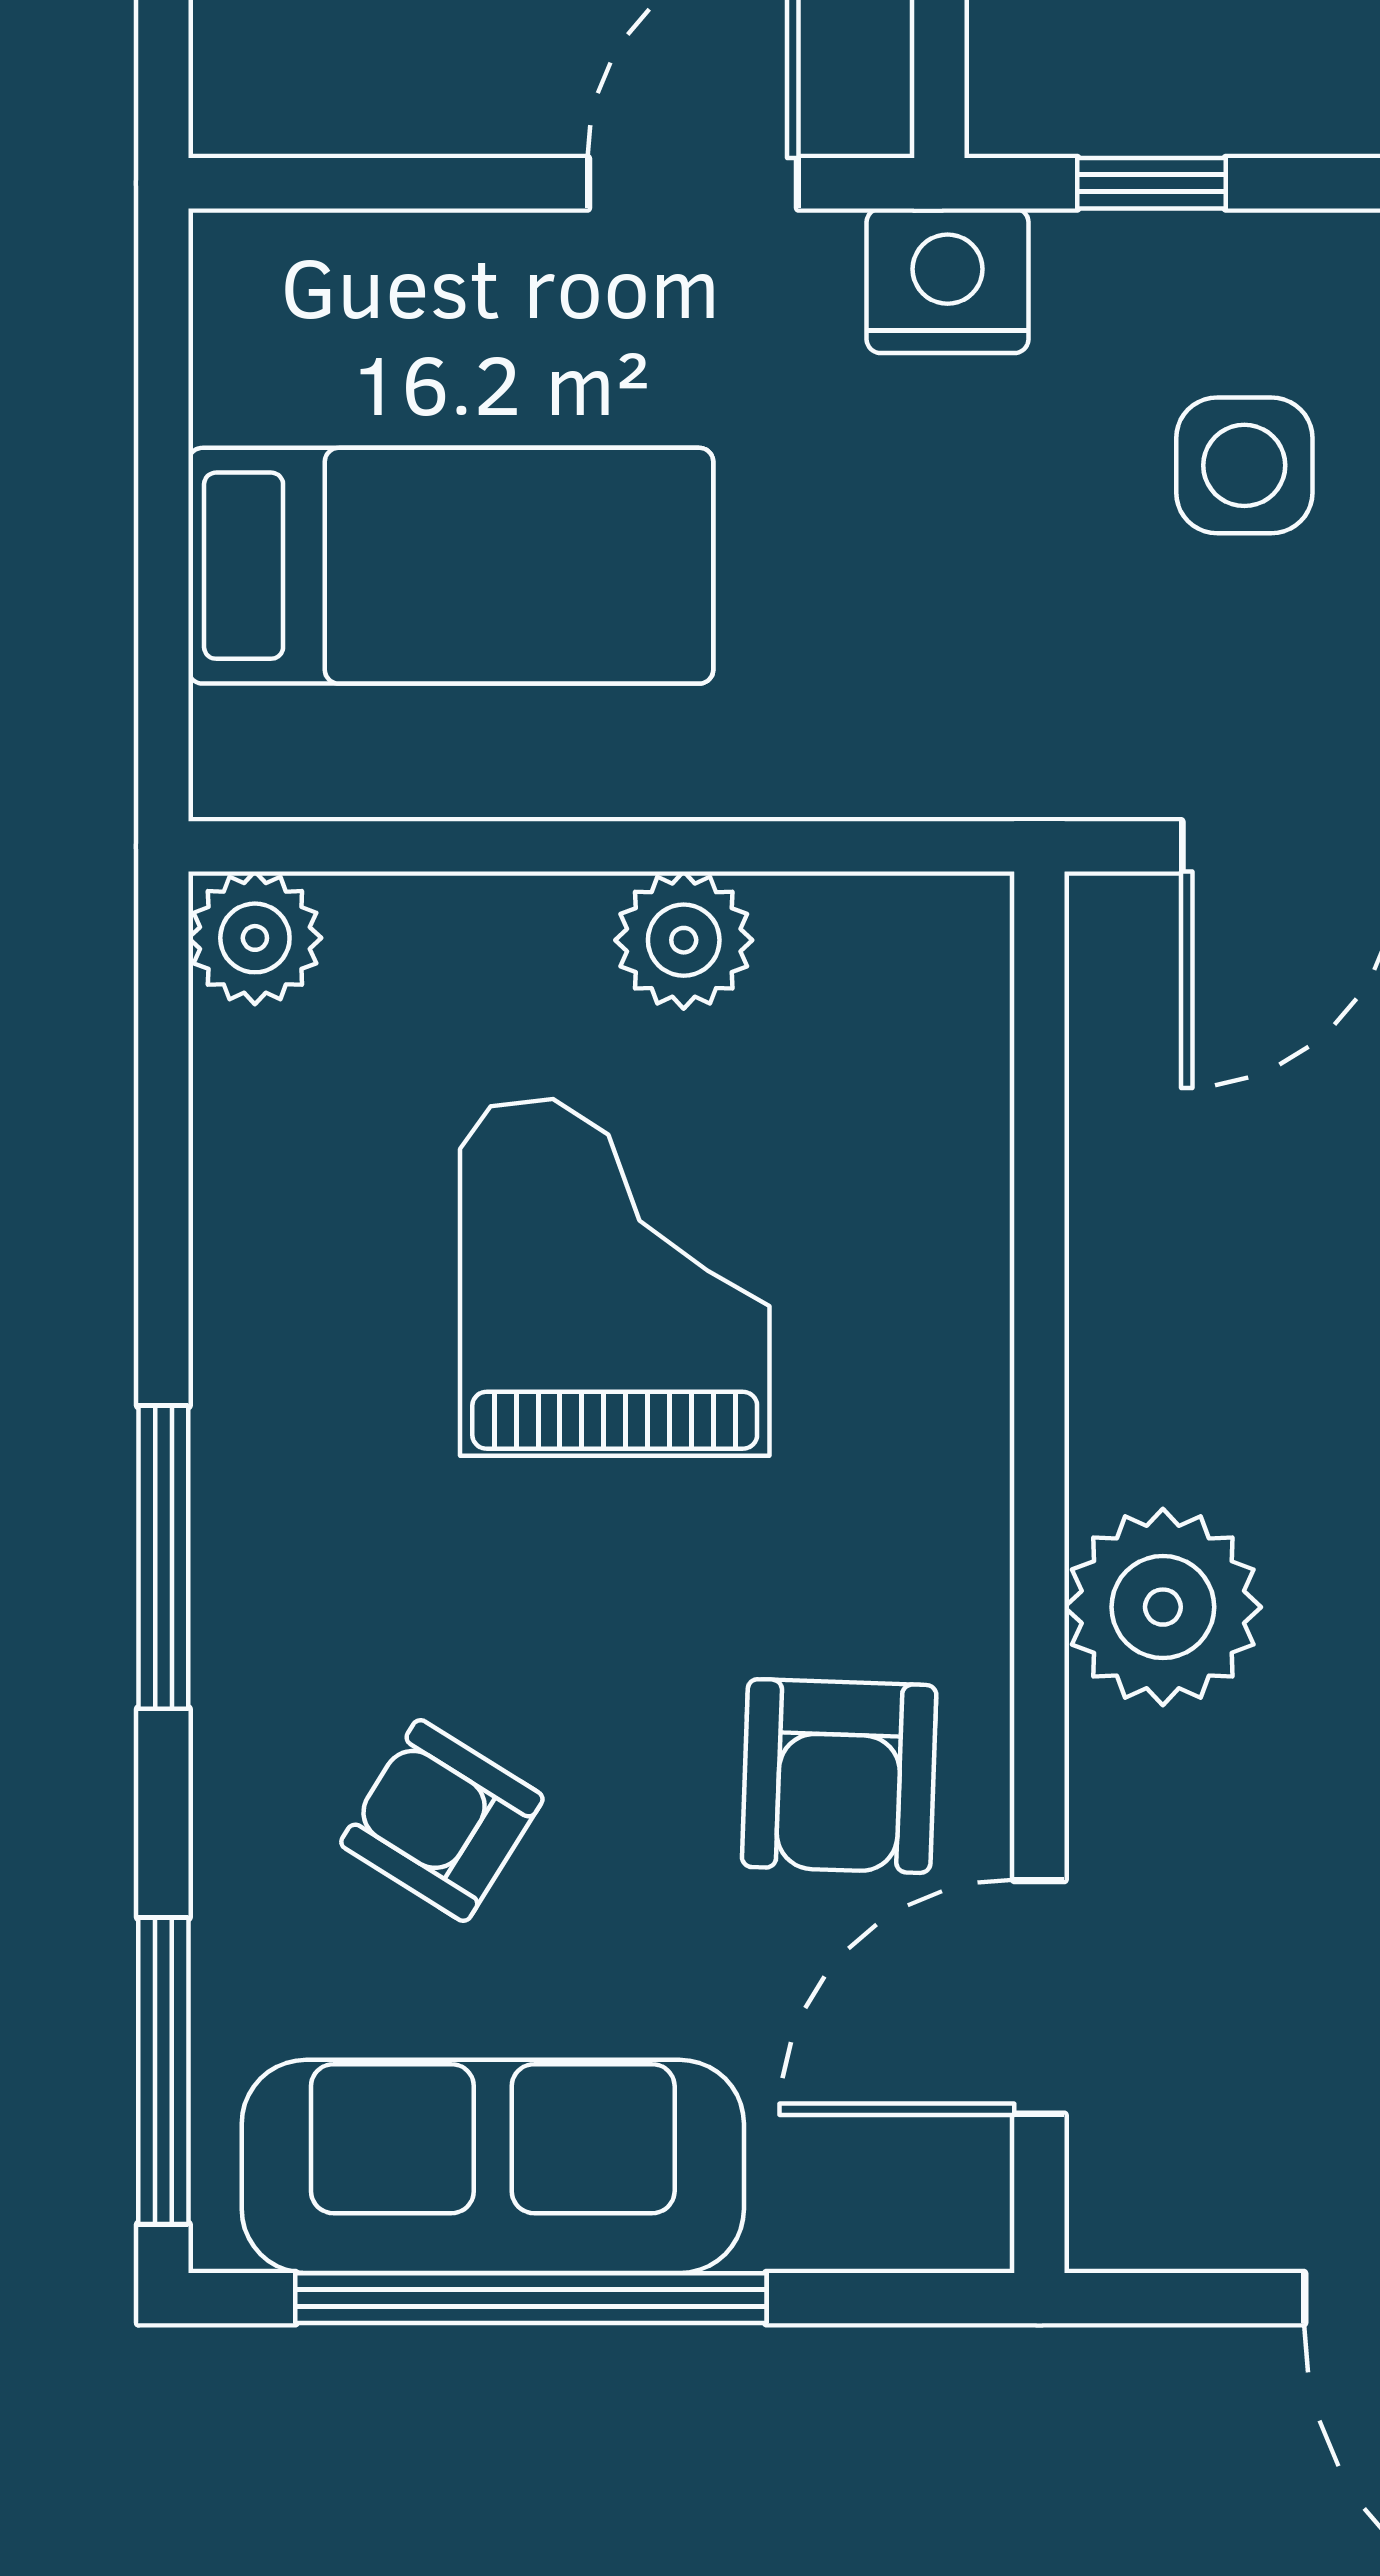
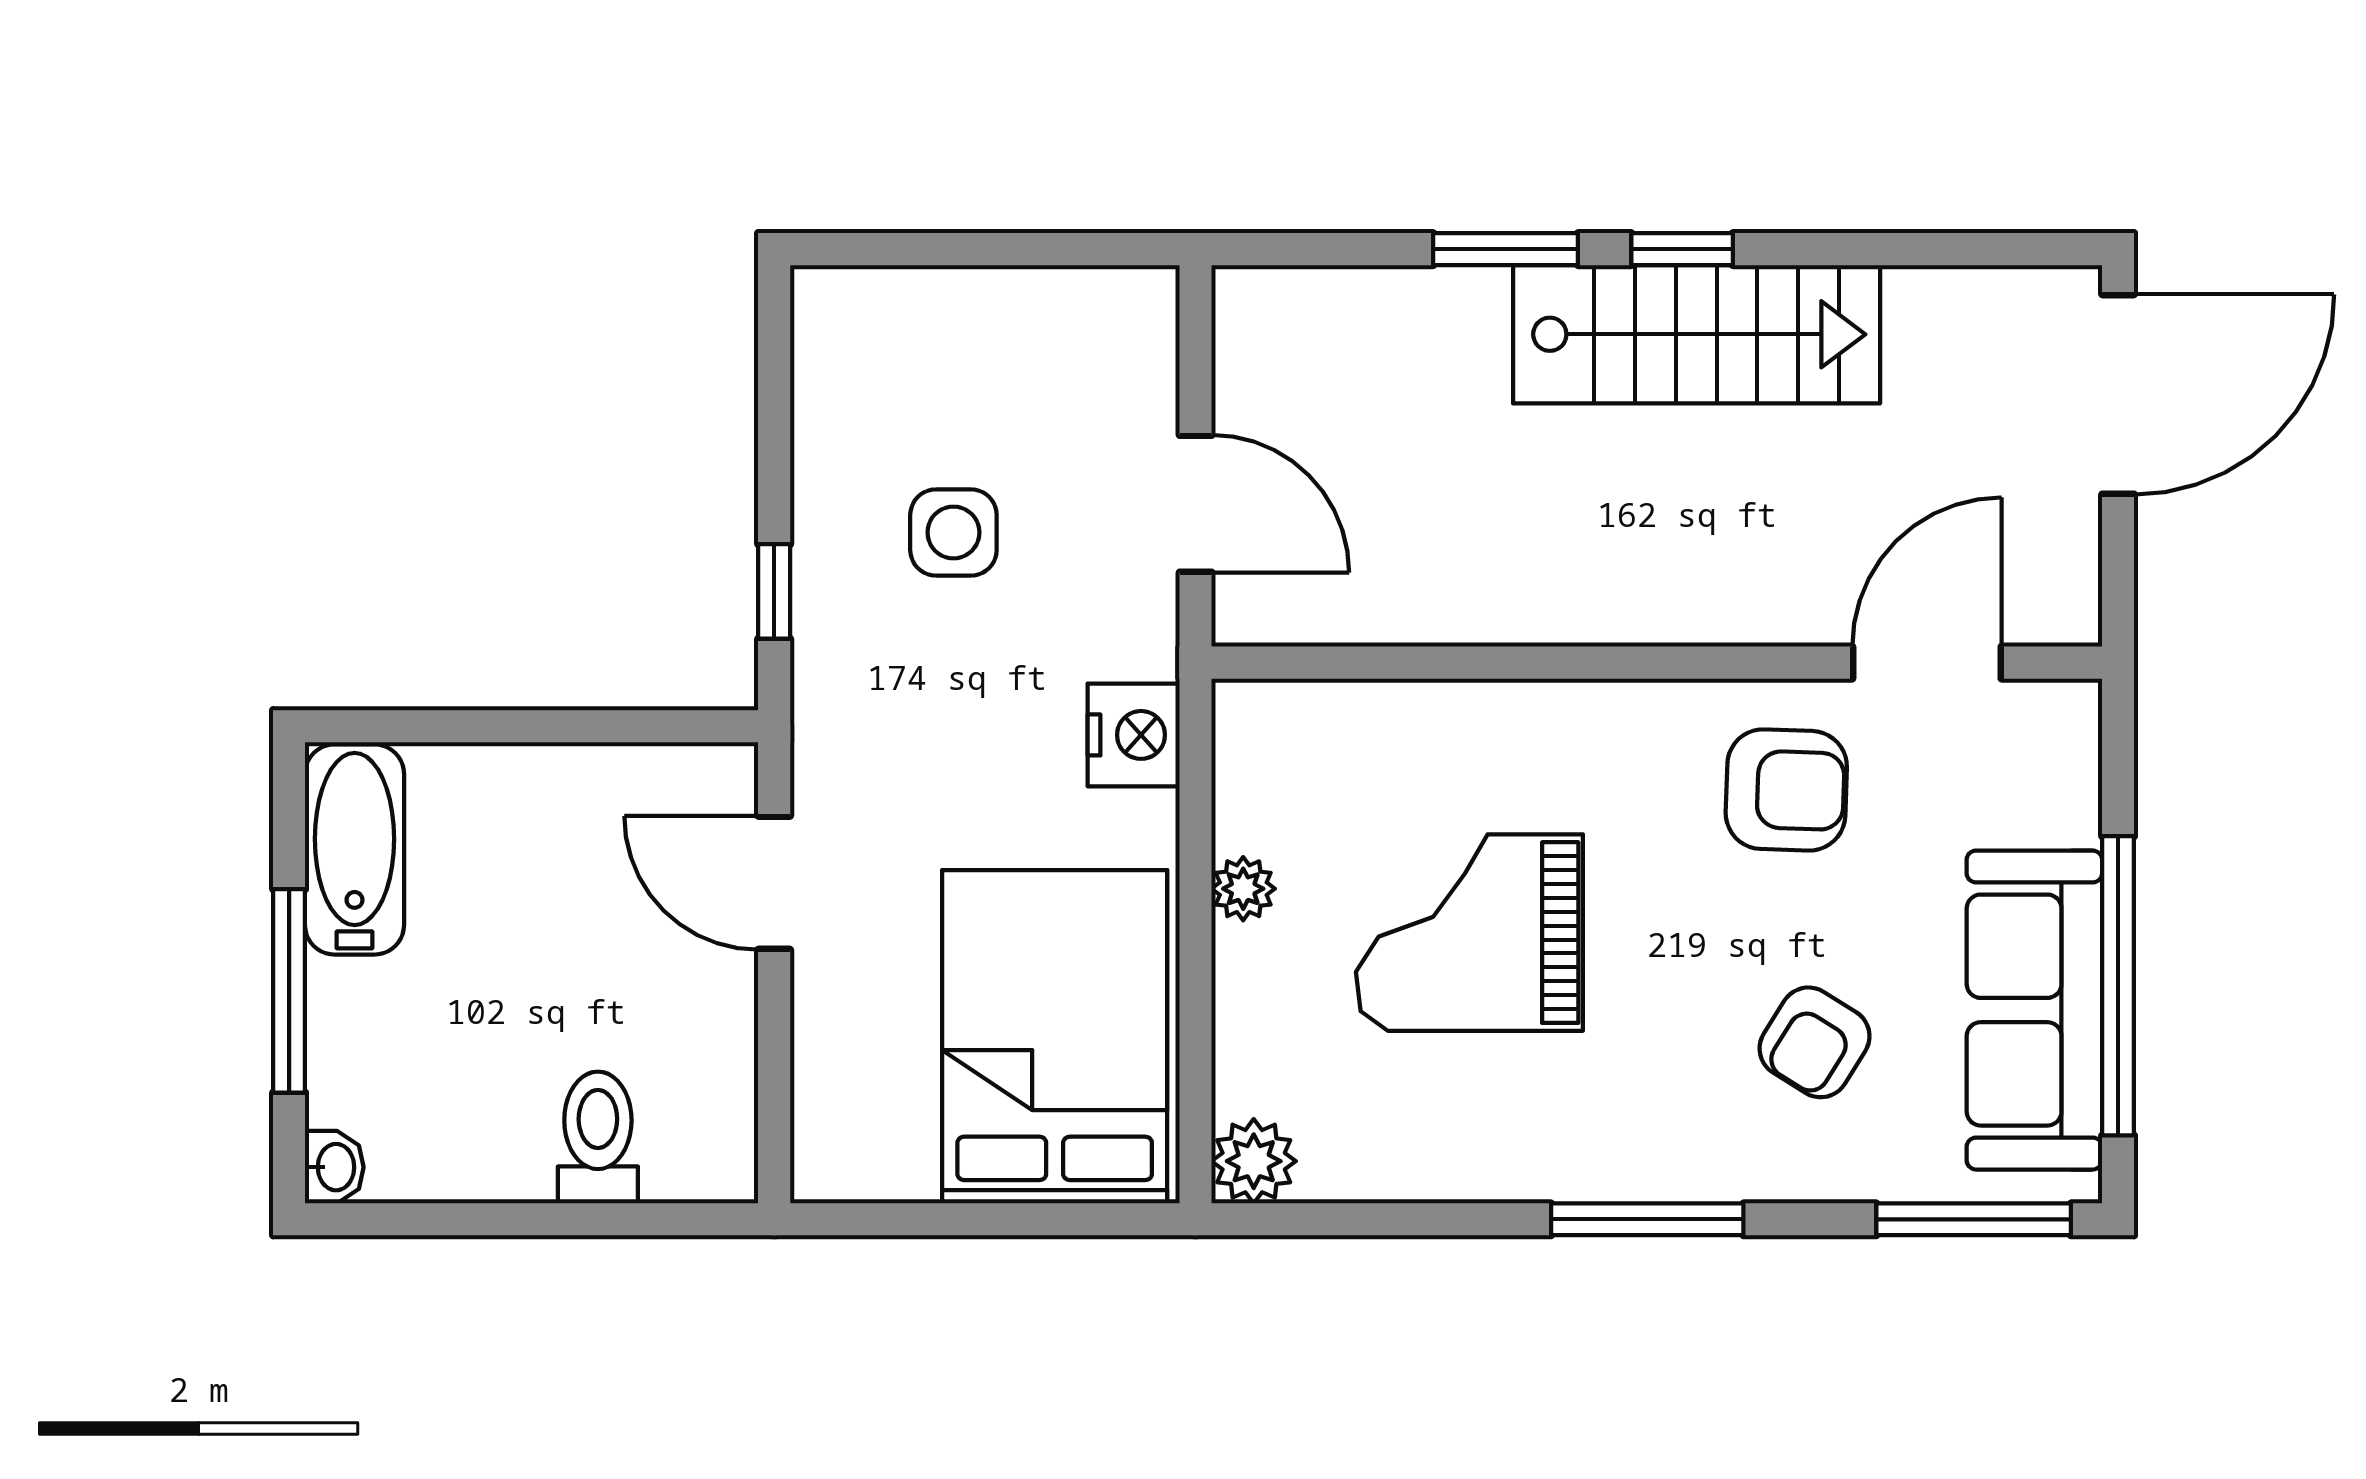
nightstand: (948, 281) -> (1134, 735), moved, turned 180
bed: (451, 566) -> (1055, 1037), width x1.50
plant: (684, 940) -> (1243, 889), width x0.73, depth x0.73
plant: (1163, 1607) -> (1679, 584), removed
door: (1039, 1997) -> (1927, 663), swing flipped

